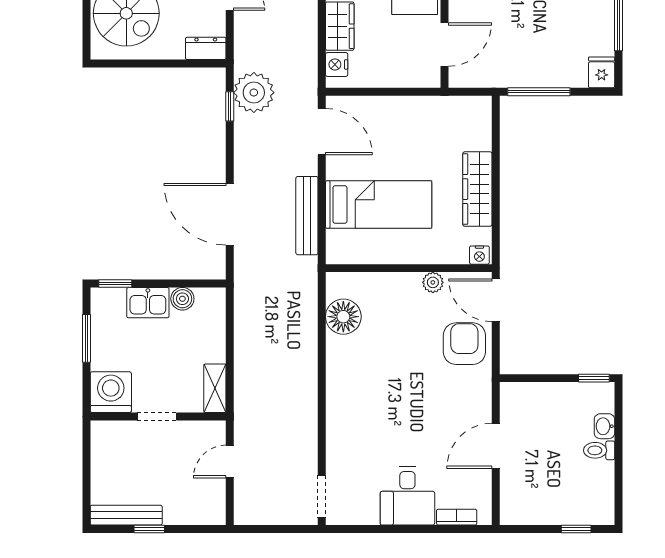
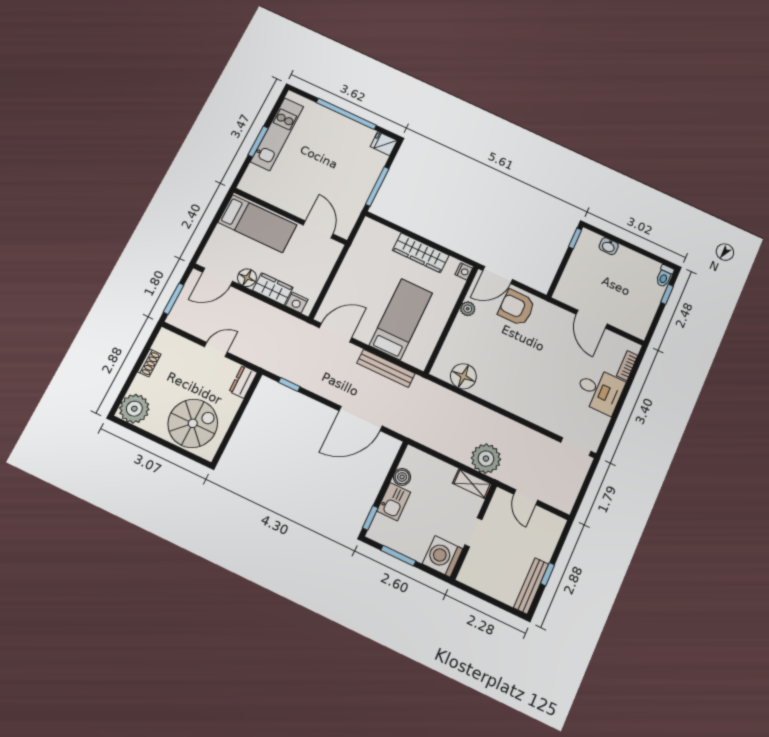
plant: (254, 93) -> (486, 459), moved
toilet: (599, 450) -> (664, 276), moved

